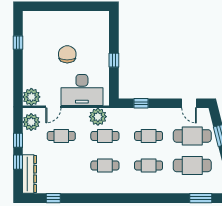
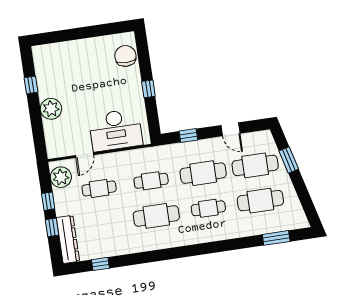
chair: (67, 54) -> (125, 56), moved
plant: (31, 97) -> (51, 109), moved
door: (189, 103) -> (230, 129), moved
plant: (98, 117) -> (139, 159), removed
cafe table: (149, 136) -> (203, 173), width x1.37, depth x1.35
cafe table: (105, 165) -> (156, 216), width x1.37, depth x1.35

